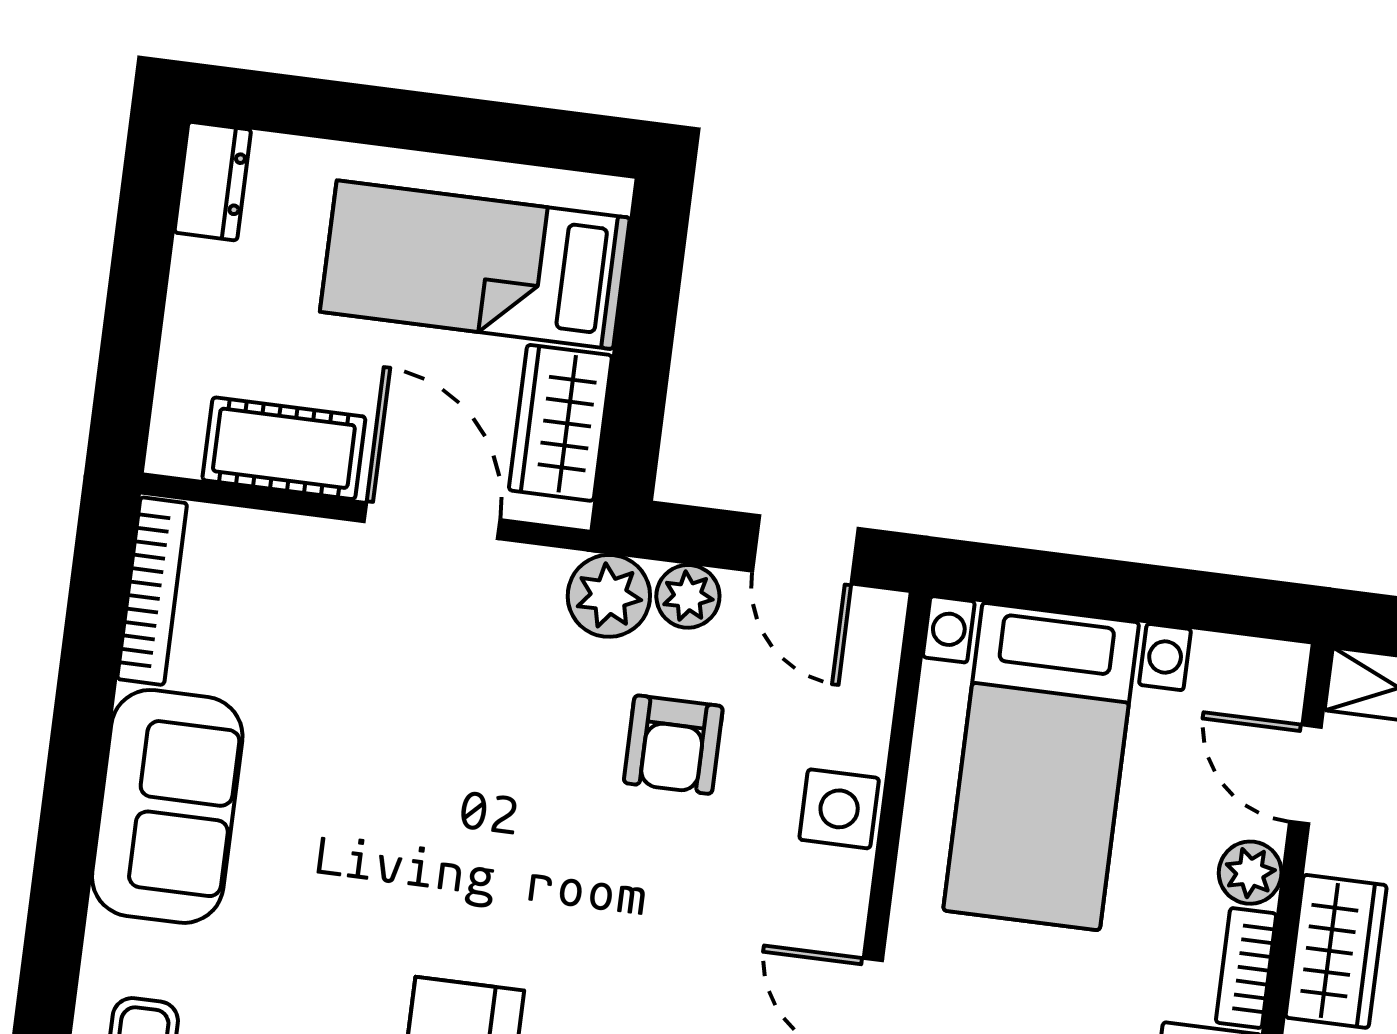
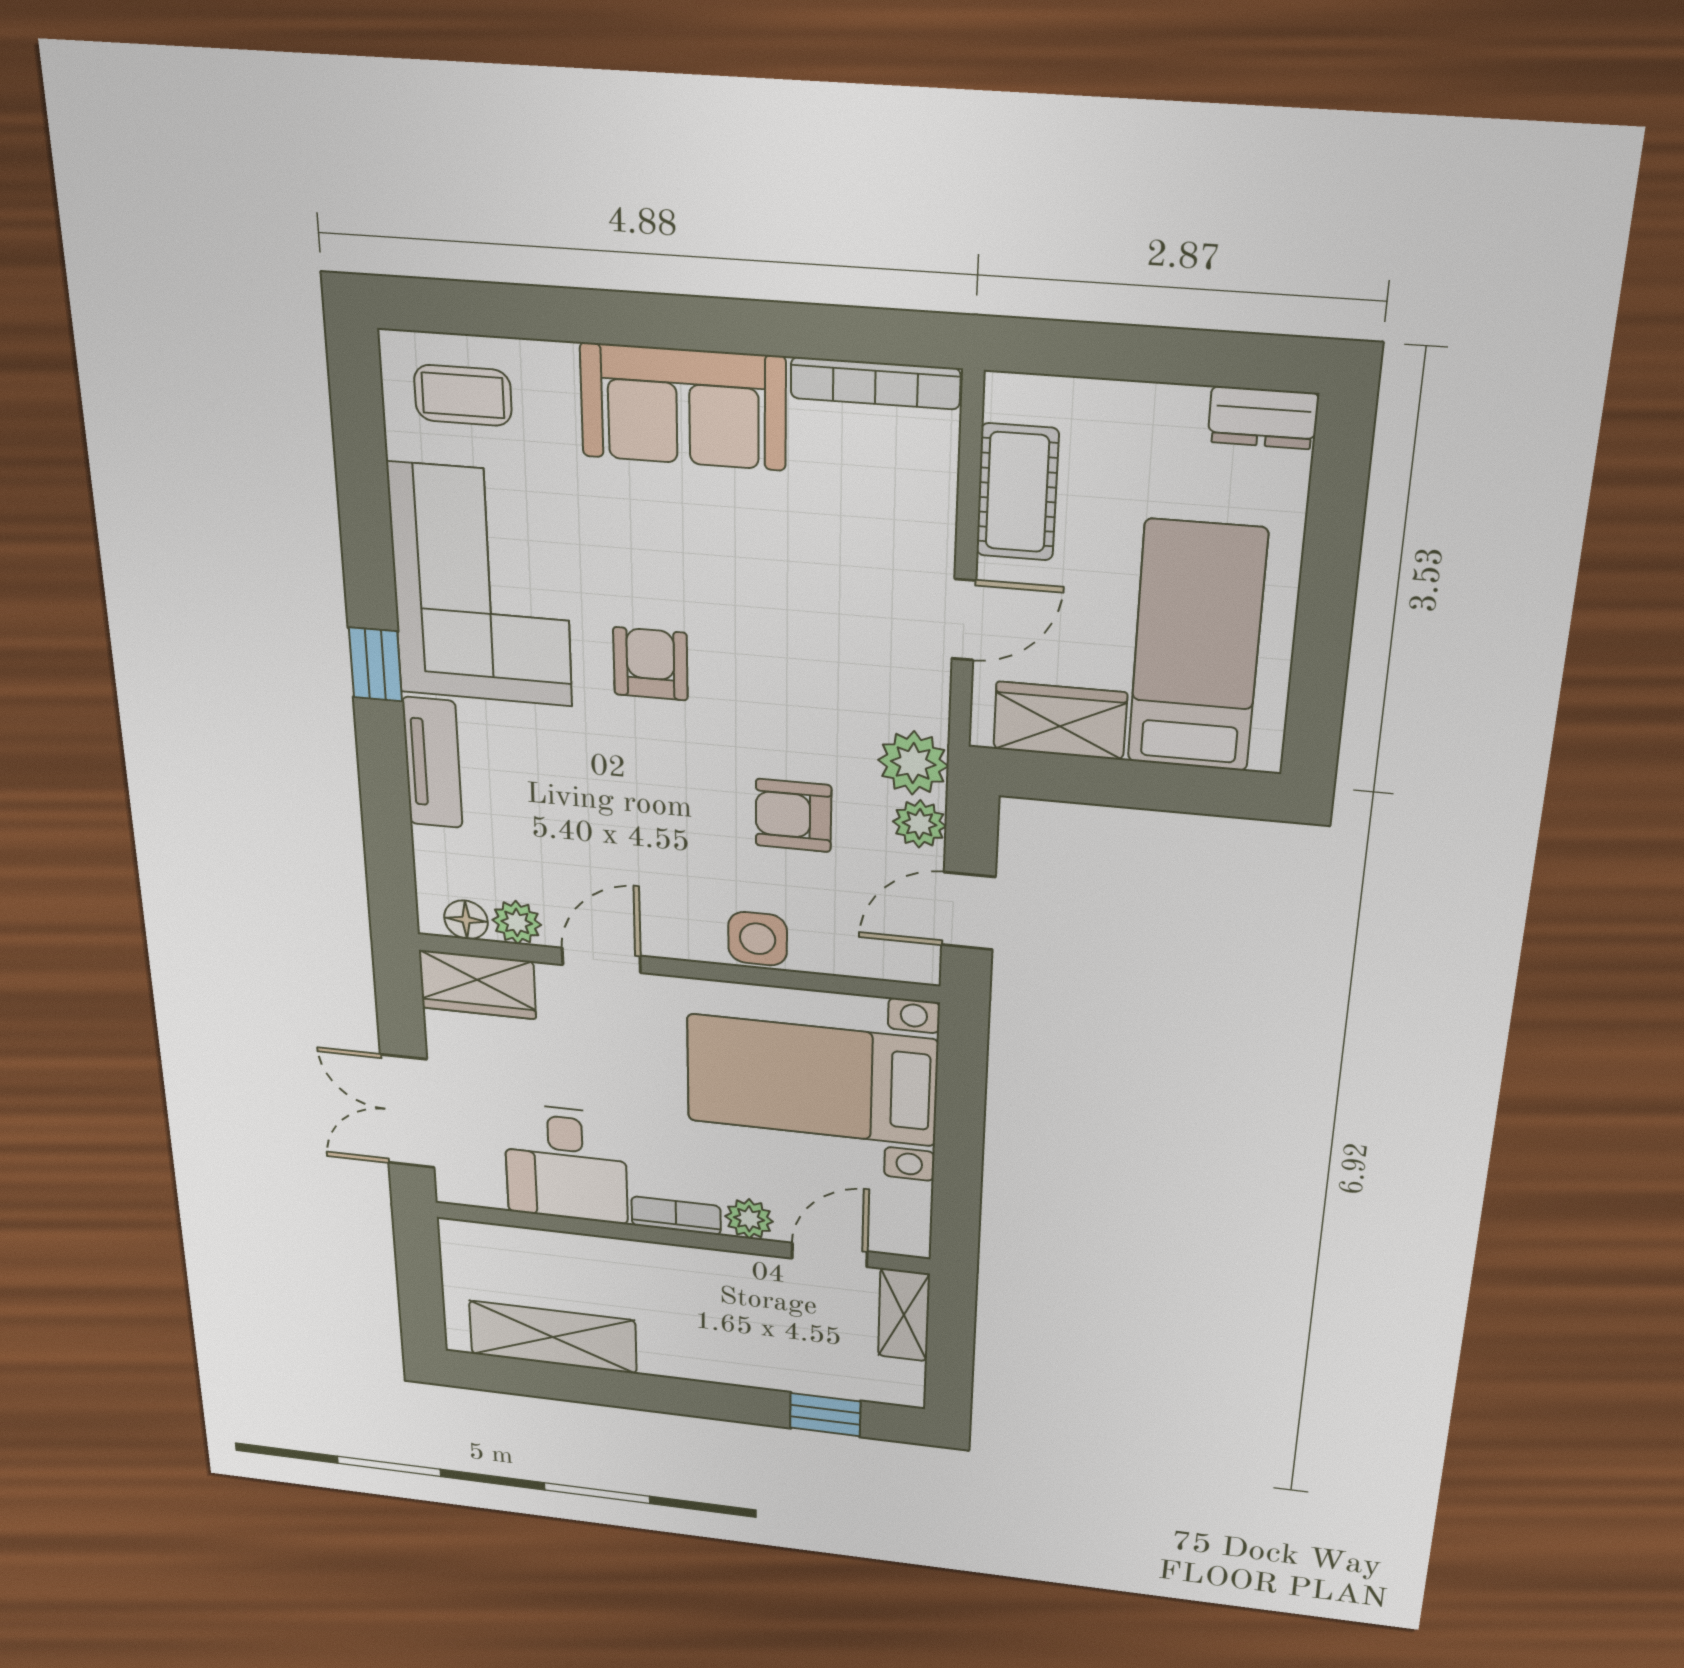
door: (432, 521) -> (964, 620), width x0.73
armchair: (473, 888) -> (650, 664), added
wardrobe: (1336, 951) -> (698, 1273), removed

